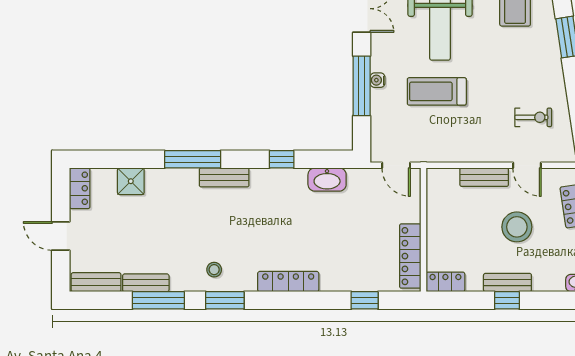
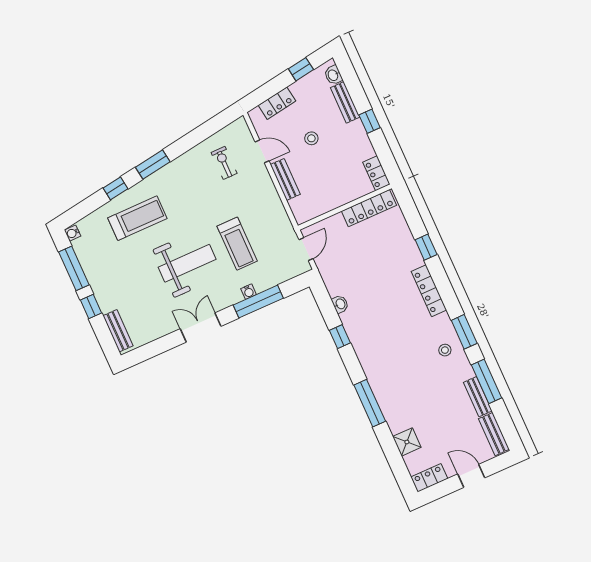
door: (527, 165) -> (262, 151), hinge flipped
bench: (224, 177) -> (373, 374), removed
washbasin: (327, 180) -> (340, 304), width x0.52, depth x0.69
stool: (517, 227) -> (311, 138), width x0.53, depth x0.53
door: (61, 236) -> (471, 476), swing flipped
bench: (507, 283) -> (345, 102), moved
window: (365, 300) -> (426, 247), moved

